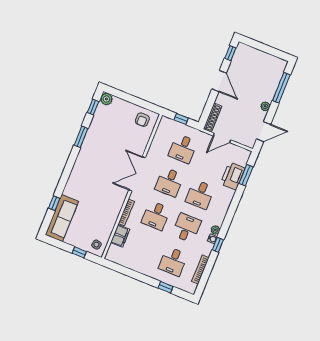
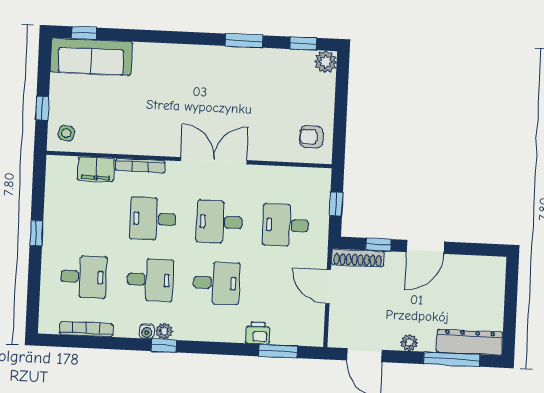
window: (230, 53) -> (378, 245), moved
dresser: (276, 75) -> (470, 342), added
printer: (233, 176) -> (258, 333), width x0.53, depth x0.68
desk: (200, 194) -> (216, 283), turned 180
window: (54, 203) -> (84, 33), moved
window: (218, 245) -> (164, 346), moved
desk: (173, 261) -> (84, 277), turned 180
window: (166, 287) -> (36, 233), moved

